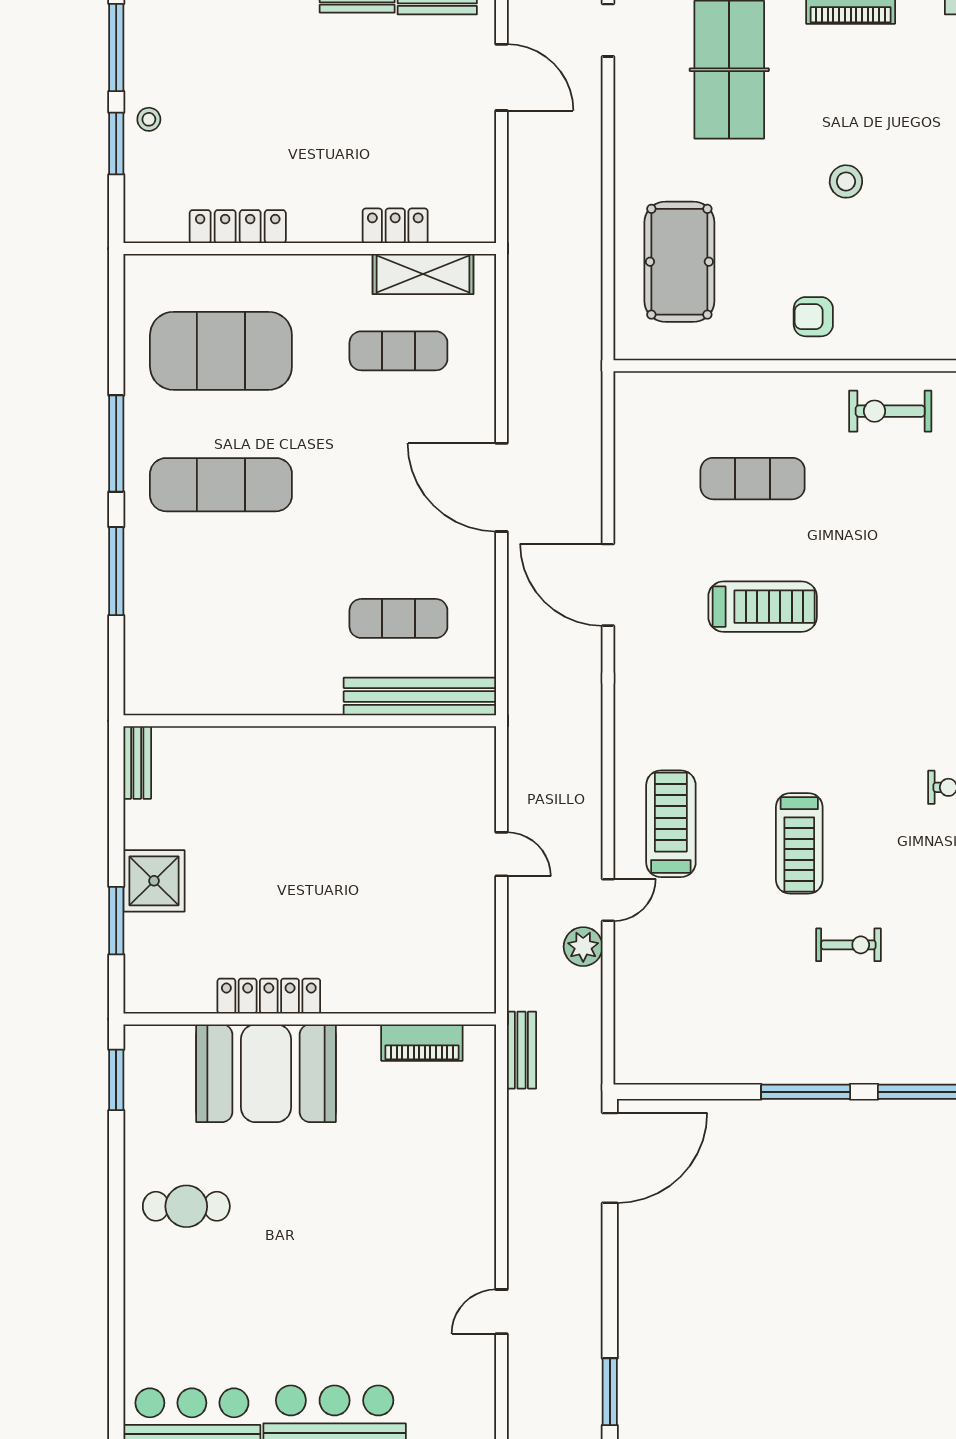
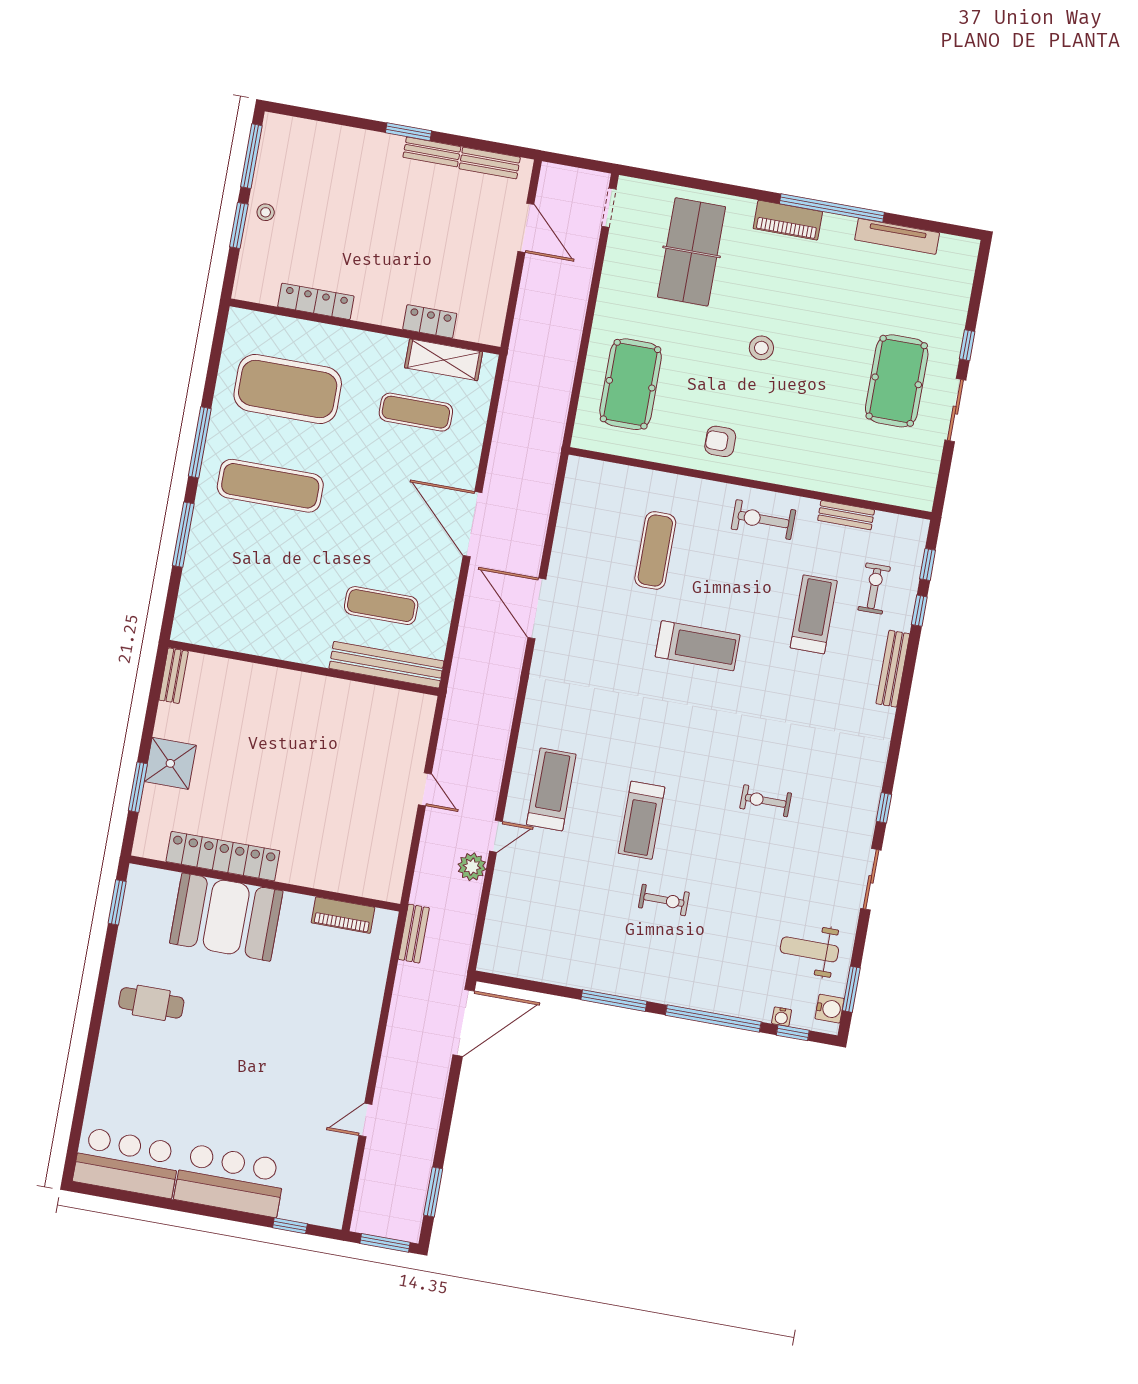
exercise mat: (753, 479) -> (655, 550), turned 90
treadmill: (763, 607) -> (698, 646), moved
locker: (269, 996) -> (223, 856), width x1.41, depth x1.21

